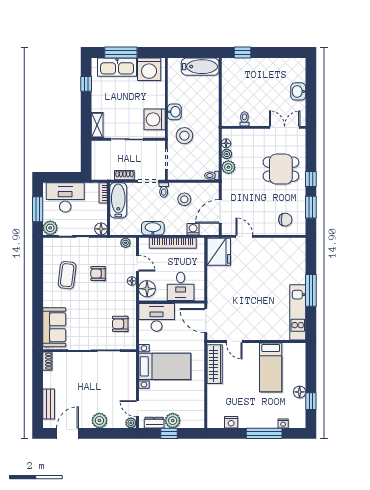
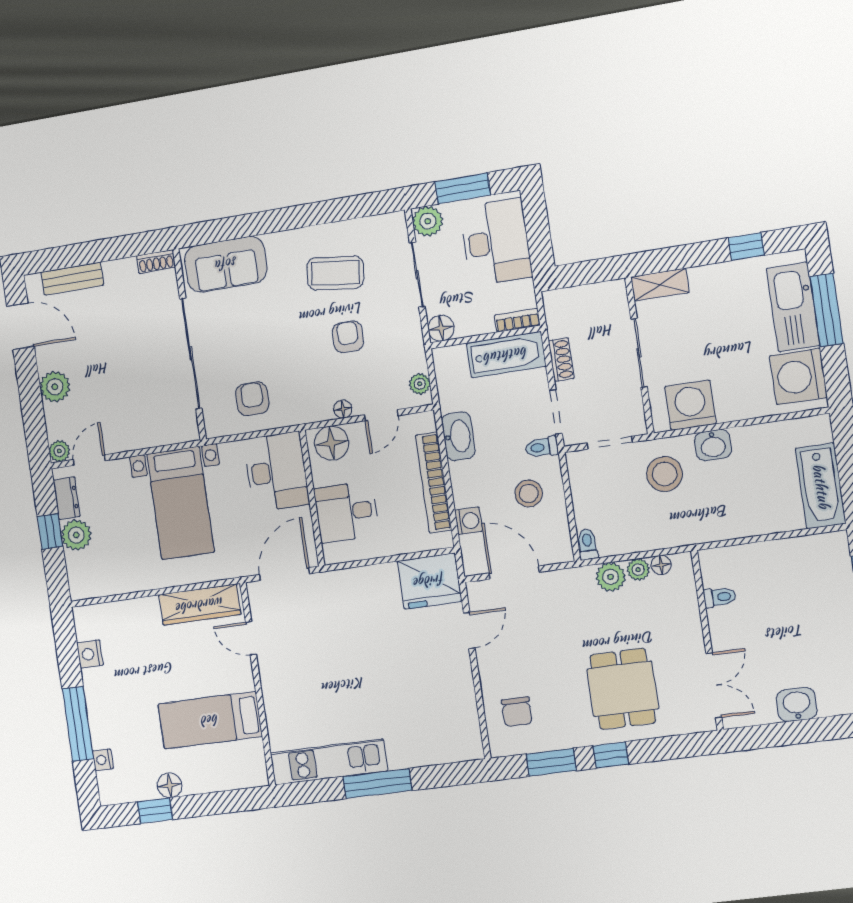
door: (234, 341) -> (251, 638), hinge flipped

